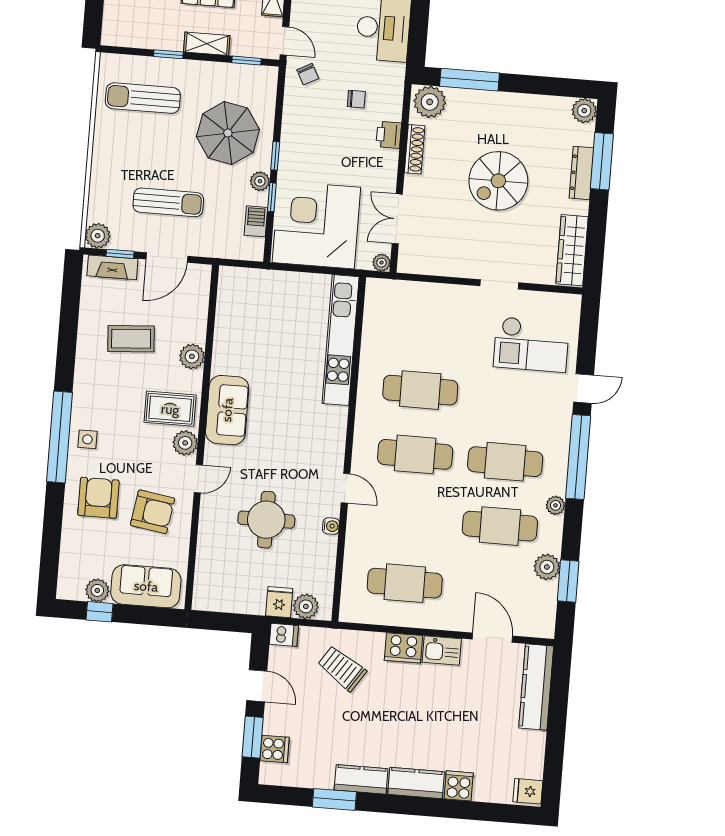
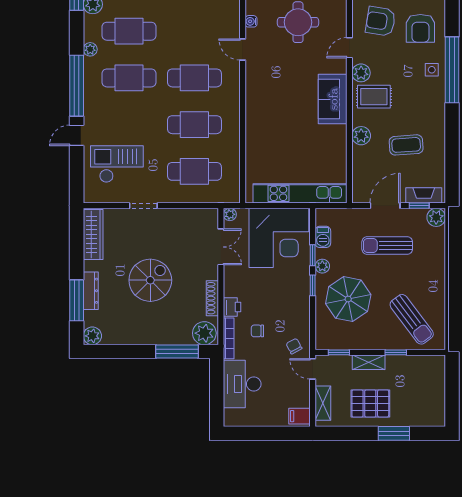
bookcase: (397, 92) -> (229, 338), added
sun lounger: (143, 98) -> (412, 319), turned 53
cafe table: (425, 326) -> (194, 171), added
kitchen unit: (341, 340) -> (300, 193), moved, turned -90

